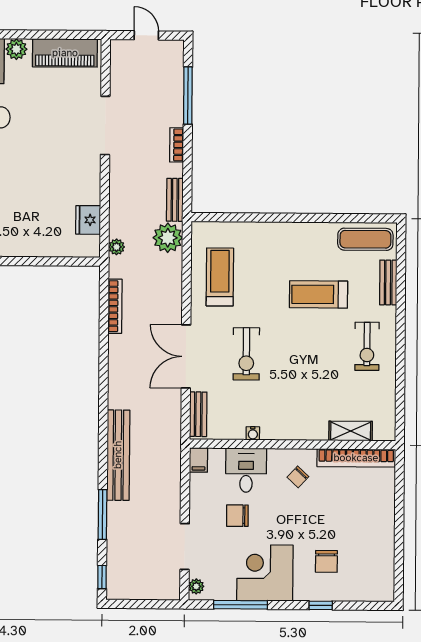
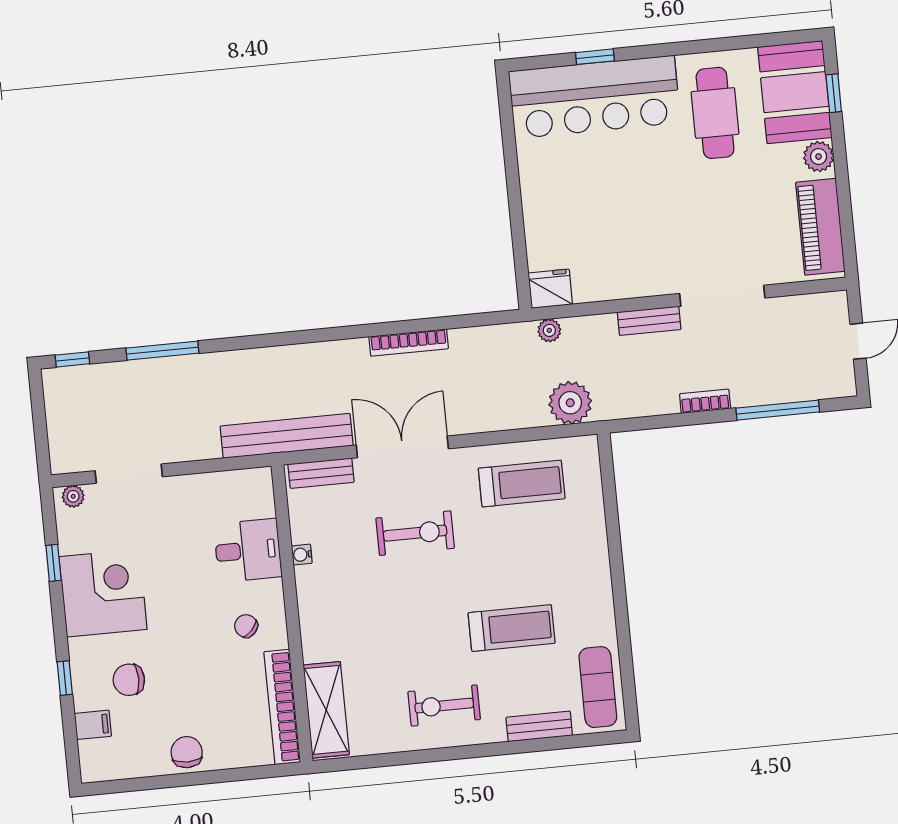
bench: (175, 200) -> (649, 321), moved
fridge: (88, 220) -> (550, 289), moved
treadmill: (319, 294) -> (512, 628), turned 90
bookcase: (115, 306) -> (409, 343), moved
exercise bike: (246, 354) -> (415, 533), turned 180
shelving: (351, 431) -> (326, 710), width x1.50, depth x1.33
bench: (118, 455) -> (287, 436), moved
filing cabinet: (198, 460) -> (93, 725), moved, turned 180
chair: (237, 516) -> (187, 752), moved
window: (241, 605) -> (53, 563), width x0.46

